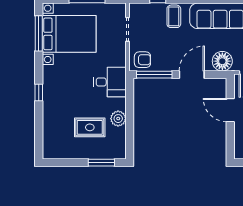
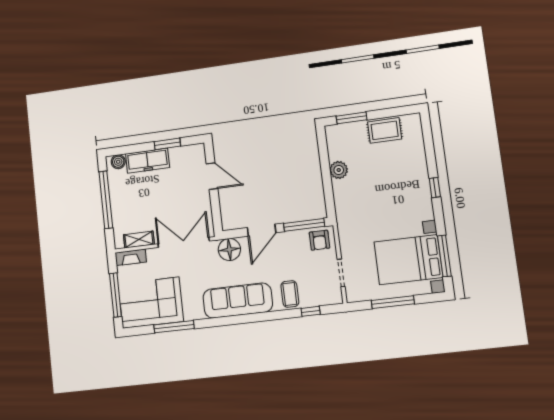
armchair: (142, 60) -> (319, 240), turned -90
desk: (110, 82) -> (354, 210), removed
door: (230, 110) -> (212, 176), moved
rug: (90, 127) -> (385, 130), moved

